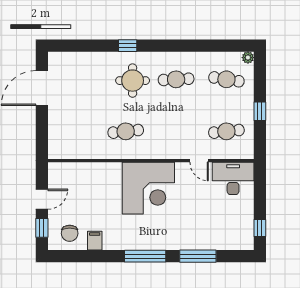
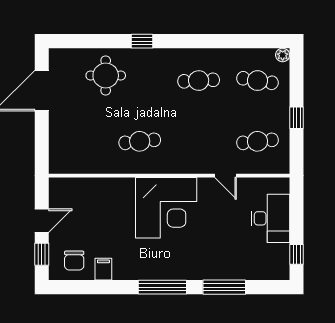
round table: (133, 81) -> (106, 76), moved
desk: (233, 178) -> (270, 218), moved, turned 90

